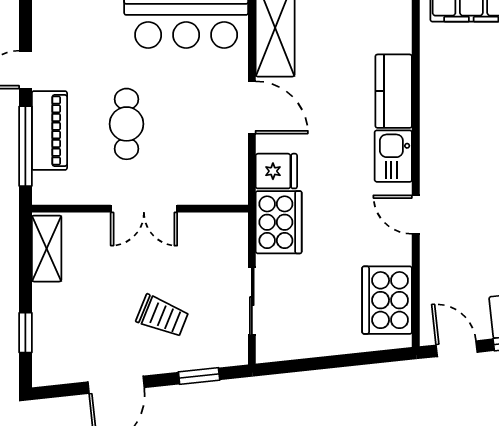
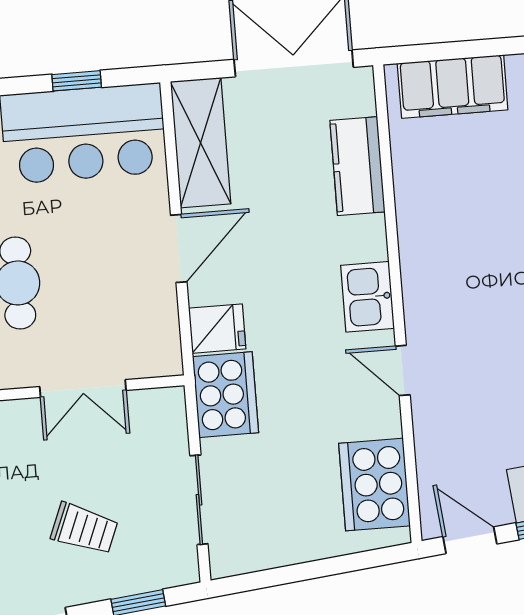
kitchen counter: (394, 91) -> (357, 166), moved
door: (252, 107) -> (179, 248), hinge flipped
double door: (144, 209) -> (83, 388), moved

